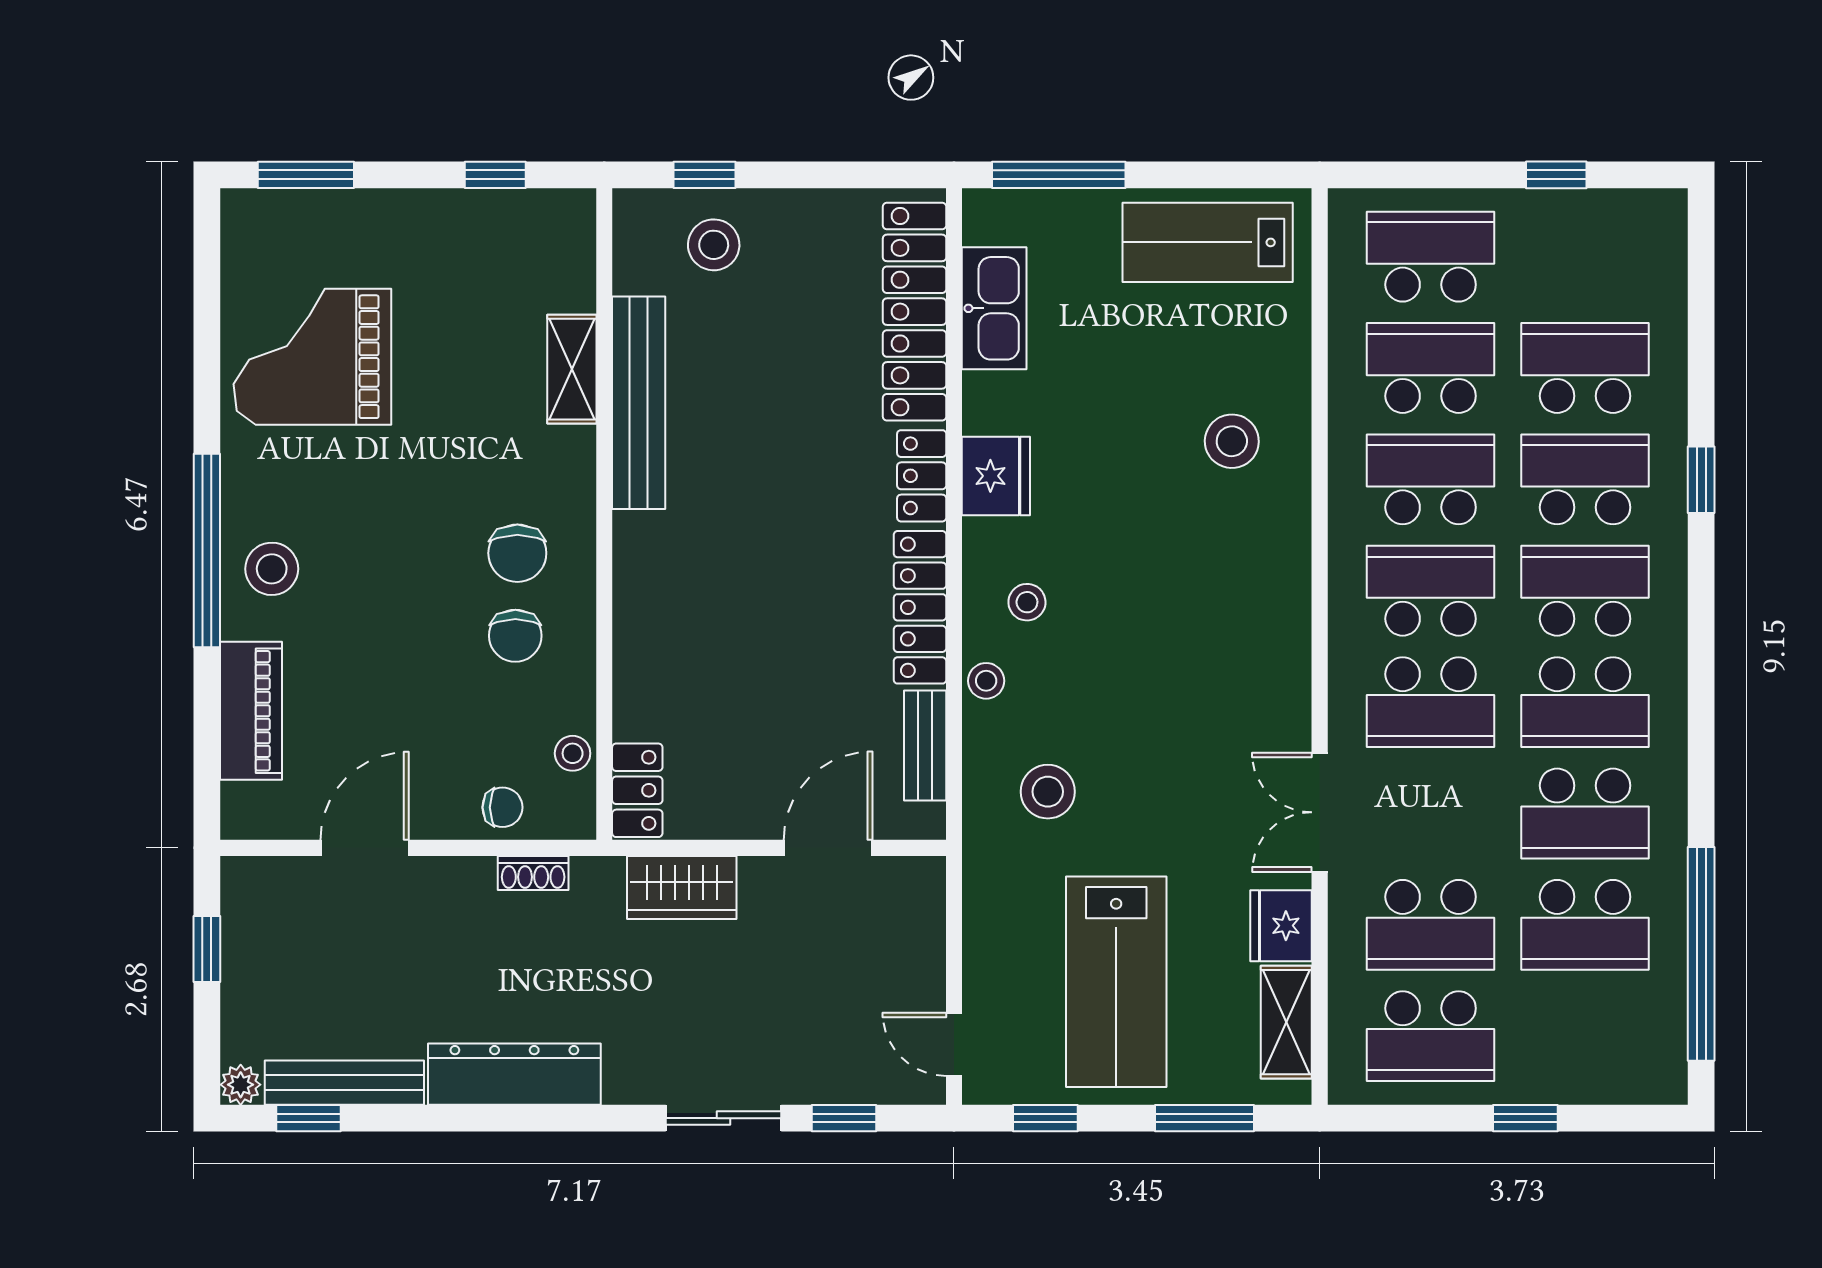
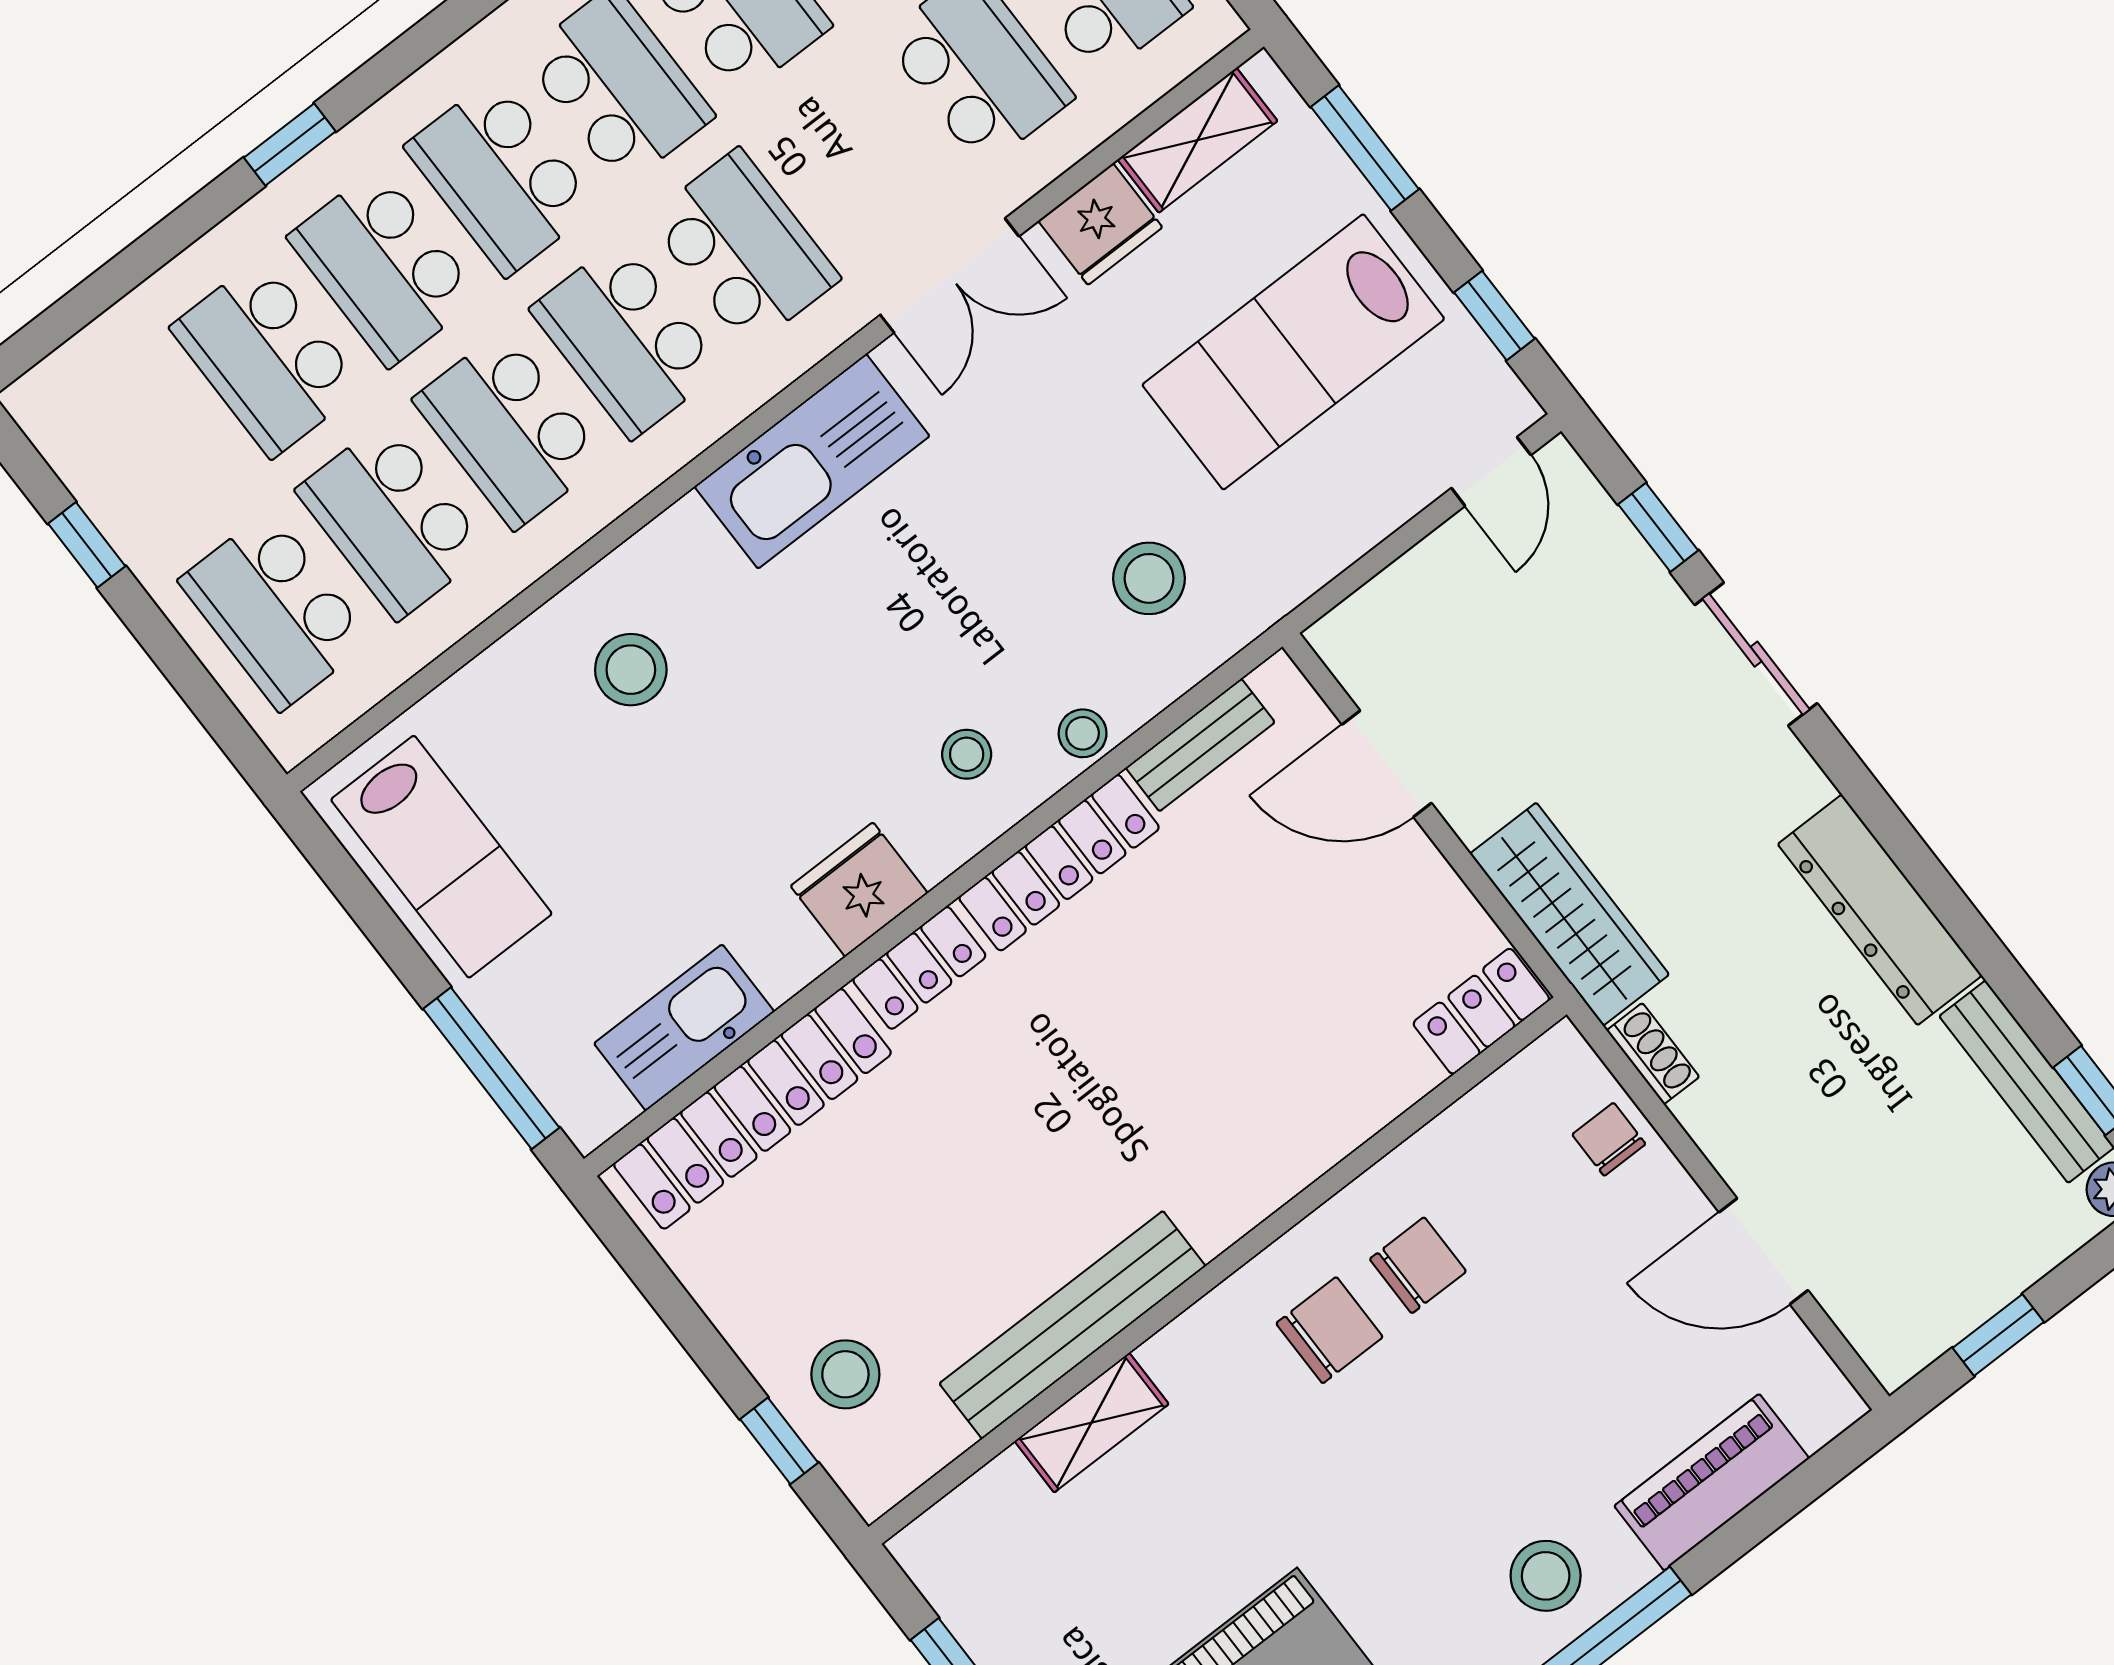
kitchen sink: (1272, 645) -> (812, 461), added
stool: (573, 753) -> (1495, 1109), removed
wardrobe: (682, 887) -> (1569, 914), width x1.50
lab bench: (1116, 982) -> (1293, 352), turned 180

